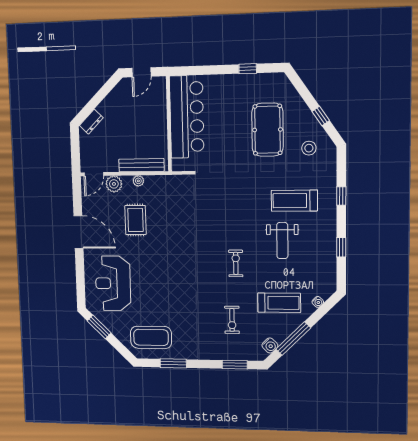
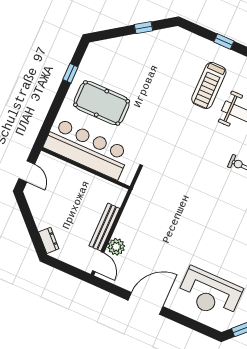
pool table: (268, 130) -> (102, 103), moved
stool: (309, 148) -> (167, 51), removed
bench: (141, 165) -> (104, 227), moved
plant: (138, 181) -> (124, 222), removed
rug: (135, 220) -> (159, 242), removed

